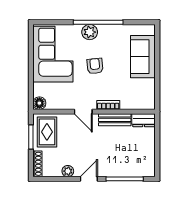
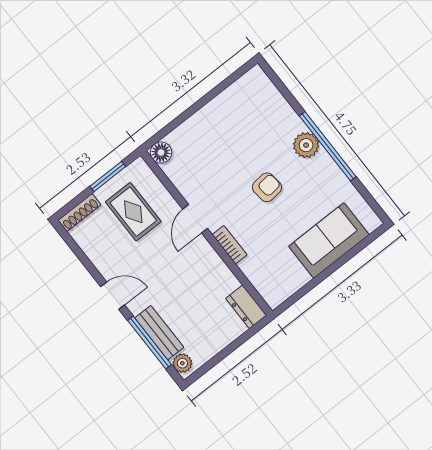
corner sofa: (53, 54) -> (239, 120), removed
bench: (115, 120) -> (159, 333), moved
rug: (47, 132) -> (133, 212), moved, turned 90
plant: (68, 171) -> (182, 363), moved

